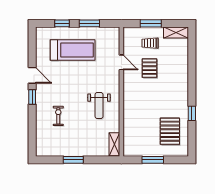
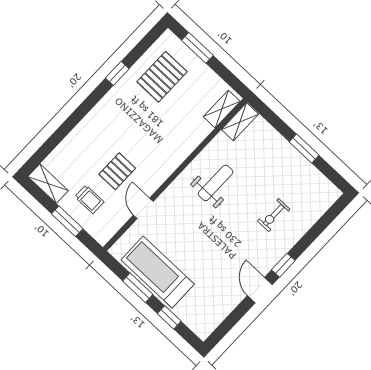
treadmill: (73, 50) -> (158, 272), moved
shelving: (128, 142) -> (222, 109), added
window: (153, 160) -> (197, 48), moved

